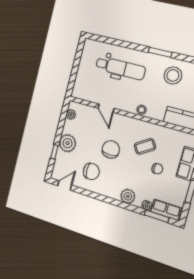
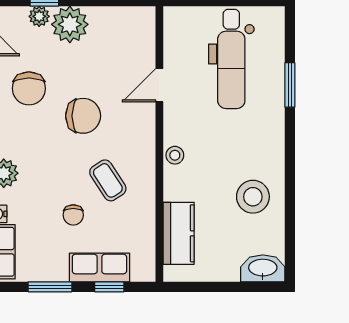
window: (160, 52) -> (290, 85), moved
dental chair: (120, 68) -> (231, 59), moved
plant: (71, 114) -> (39, 16), moved

